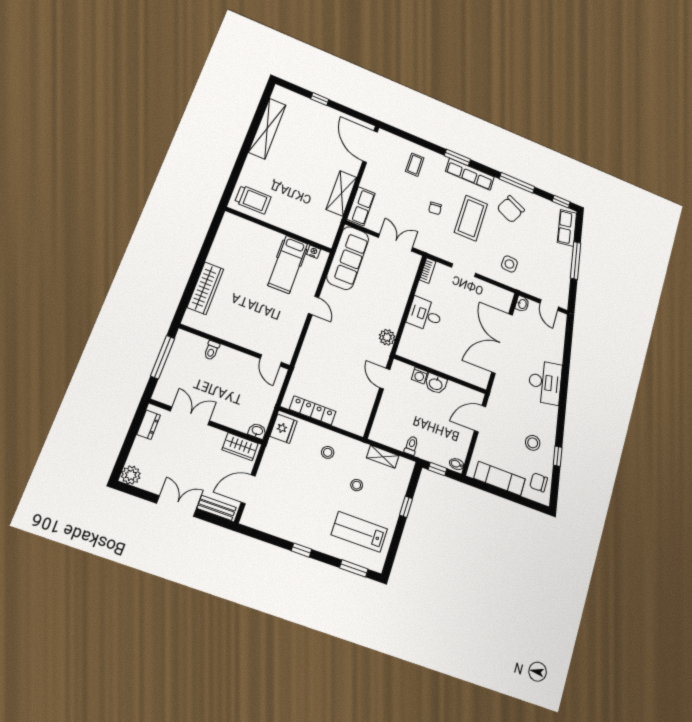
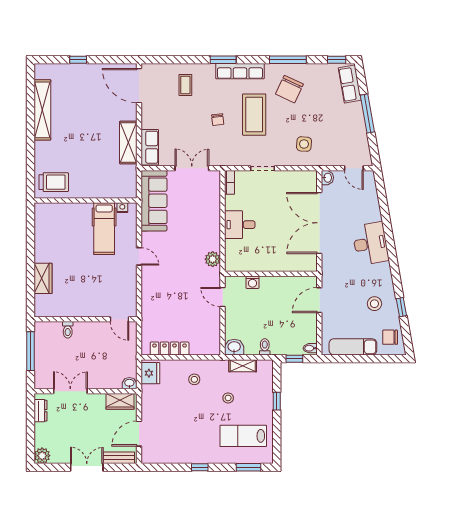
wardrobe: (205, 288) -> (43, 278), width x0.67
washbasin: (436, 384) -> (234, 347), moved, turned 180

